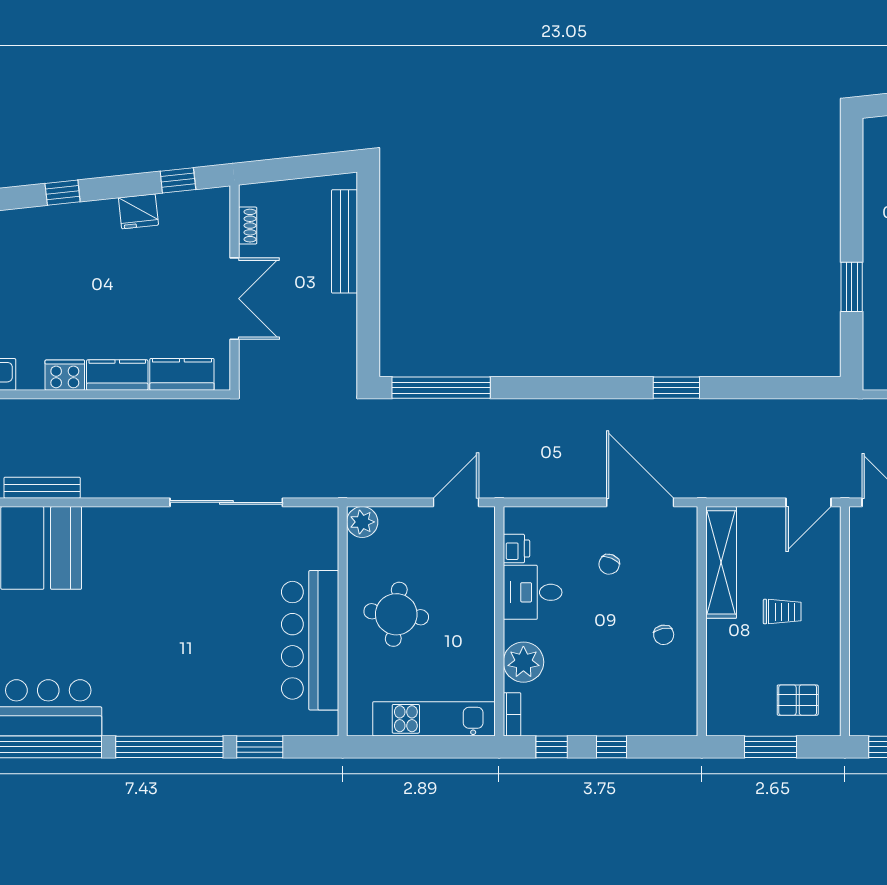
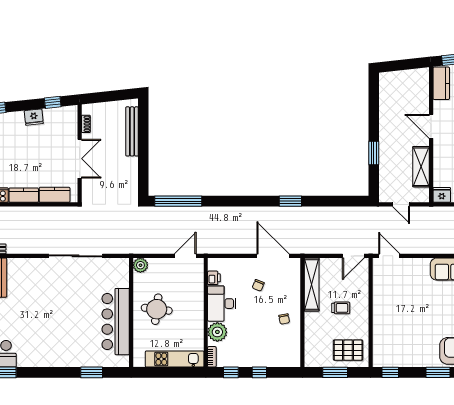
desk: (533, 592) -> (222, 304), width x1.37
pallet: (798, 700) -> (348, 350), width x1.50, depth x1.42
window: (169, 747) -> (49, 372), removed

